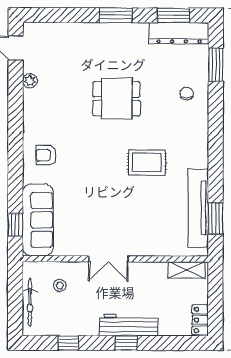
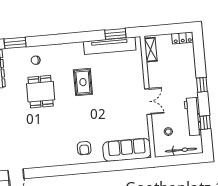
plant: (30, 81) -> (37, 163), removed
dining table: (117, 99) -> (41, 92), moved
window: (15, 225) -> (131, 164), removed
workbench: (129, 325) -> (193, 117), moved

